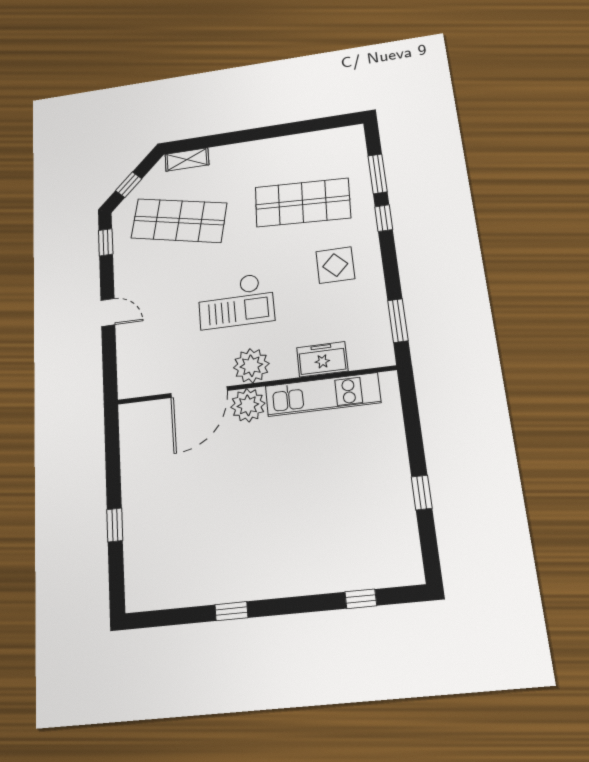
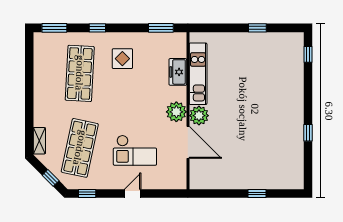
window: (378, 174) -> (54, 28), moved
checkout: (236, 301) -> (135, 150), moved, turned 90
window: (361, 599) -> (308, 54), moved

